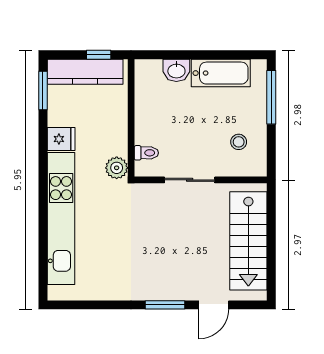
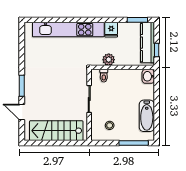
washbasin: (176, 70) -> (148, 76), moved
plant: (117, 168) -> (109, 60), moved

